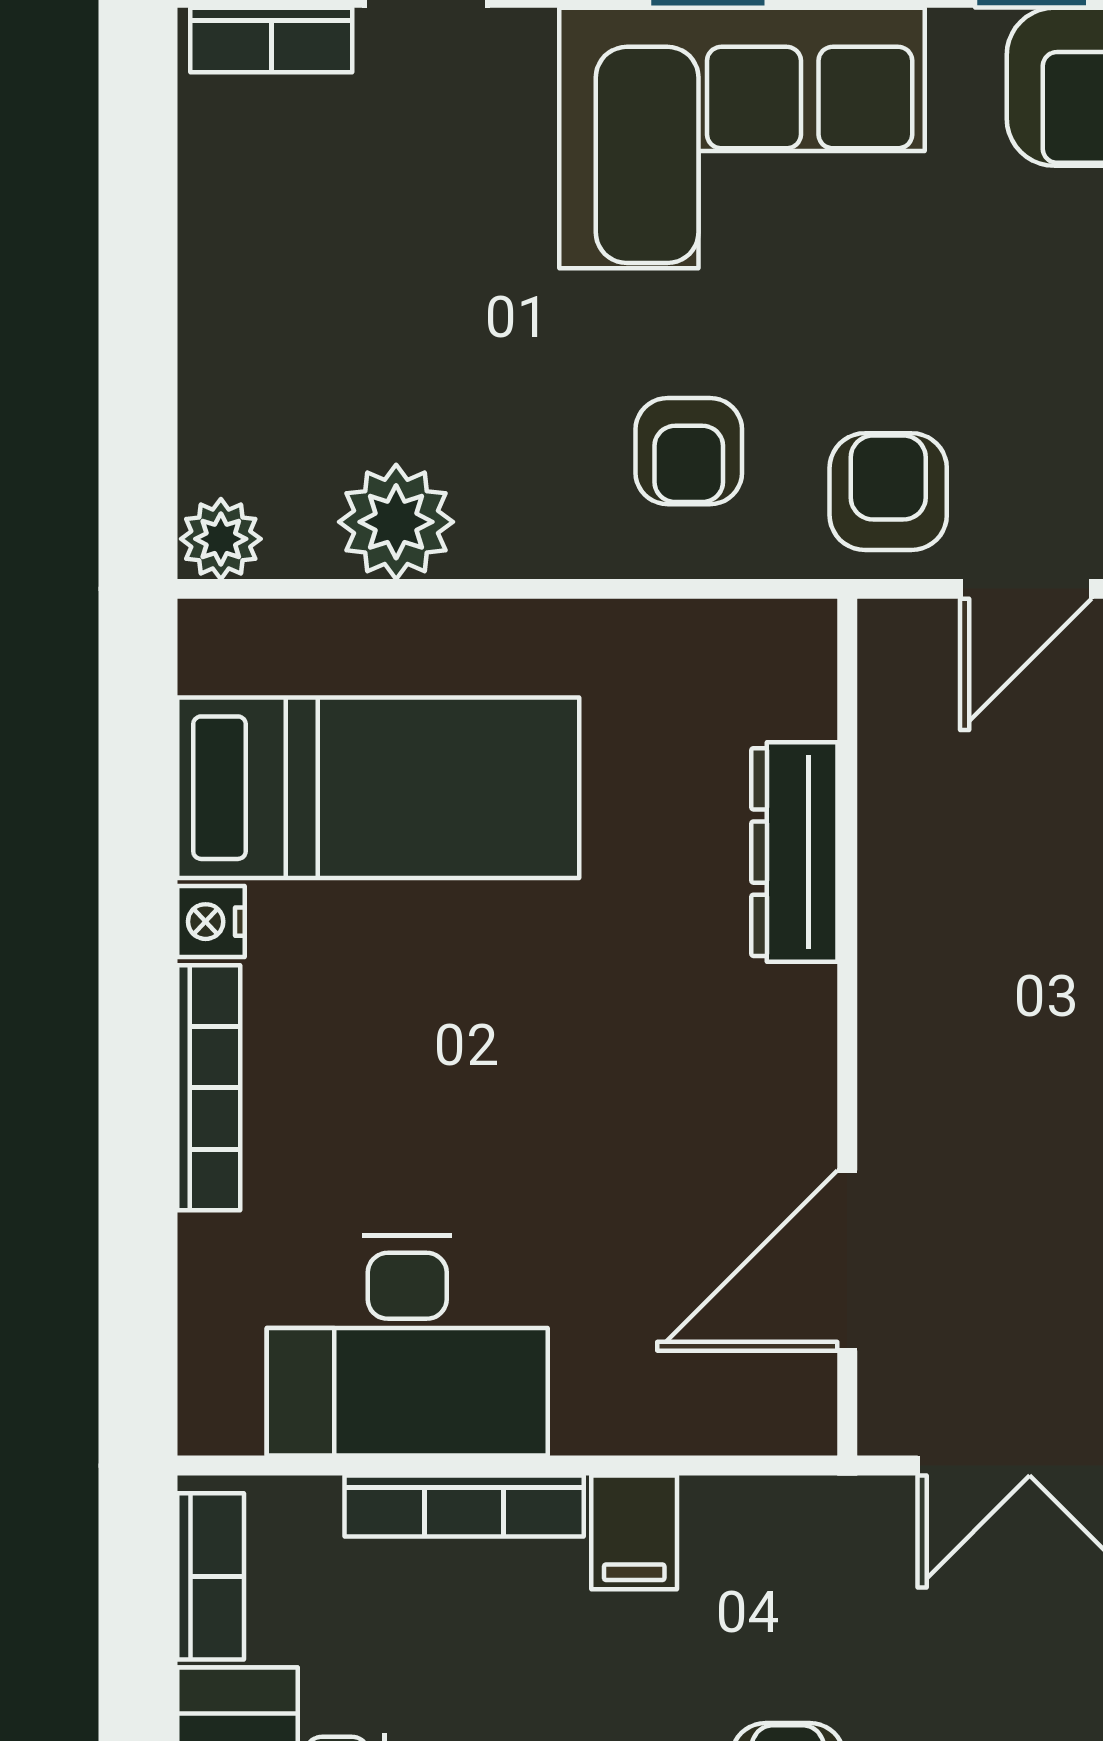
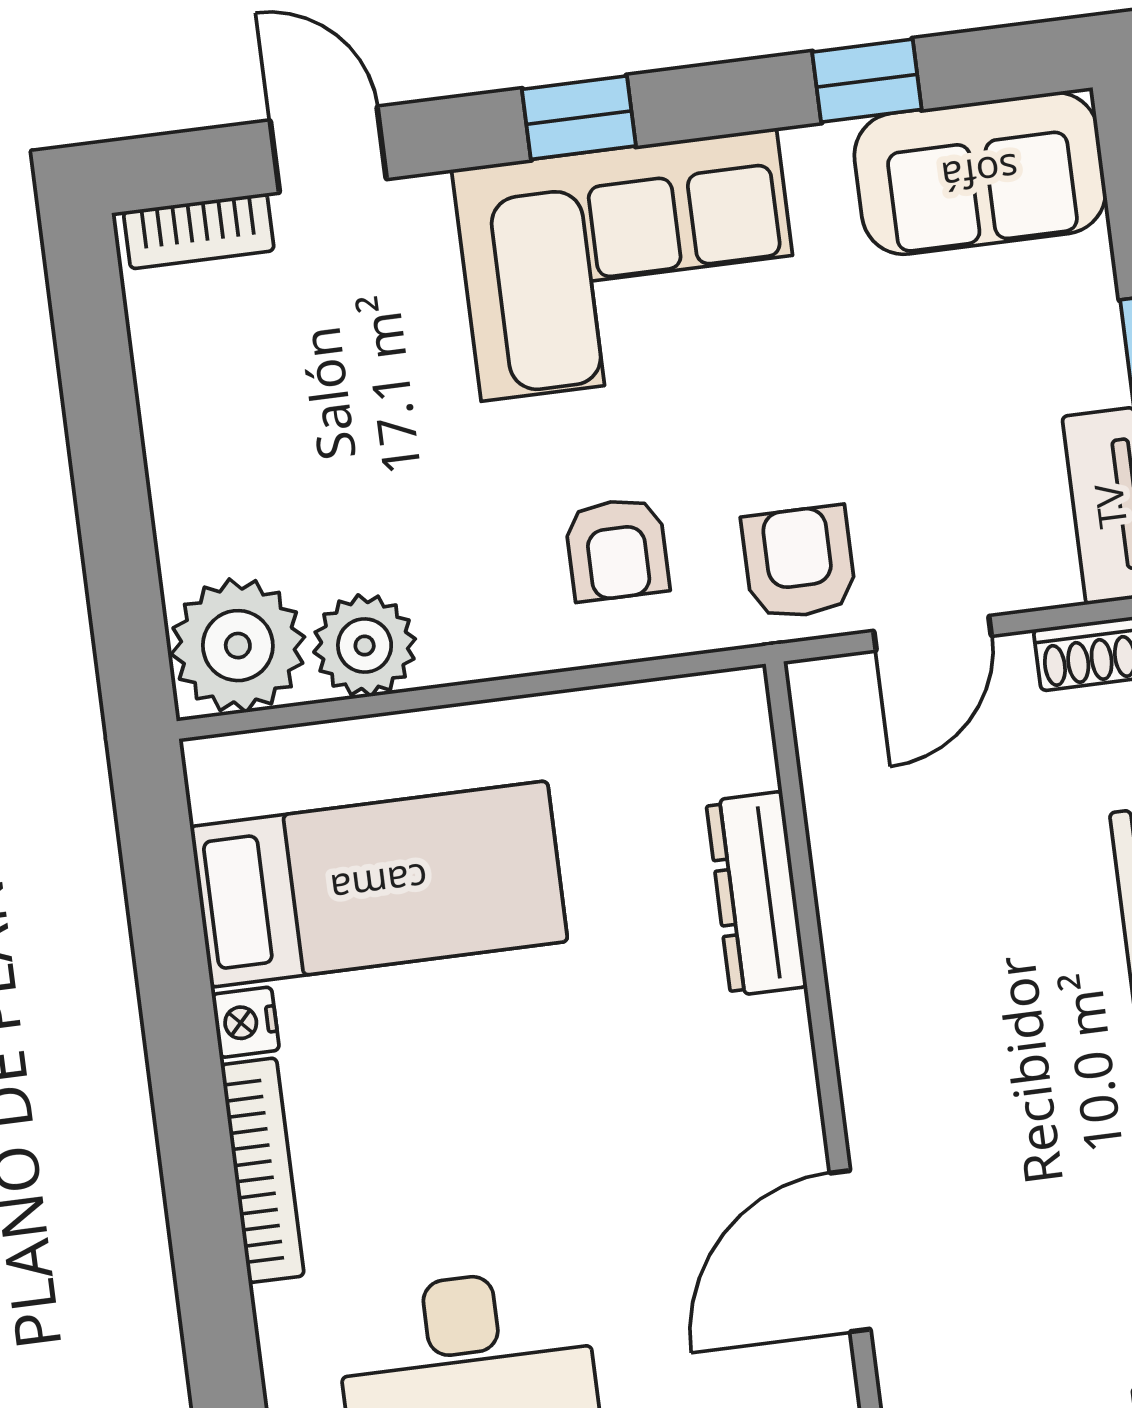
plant: (221, 539) -> (238, 646), width x1.87, depth x1.87

